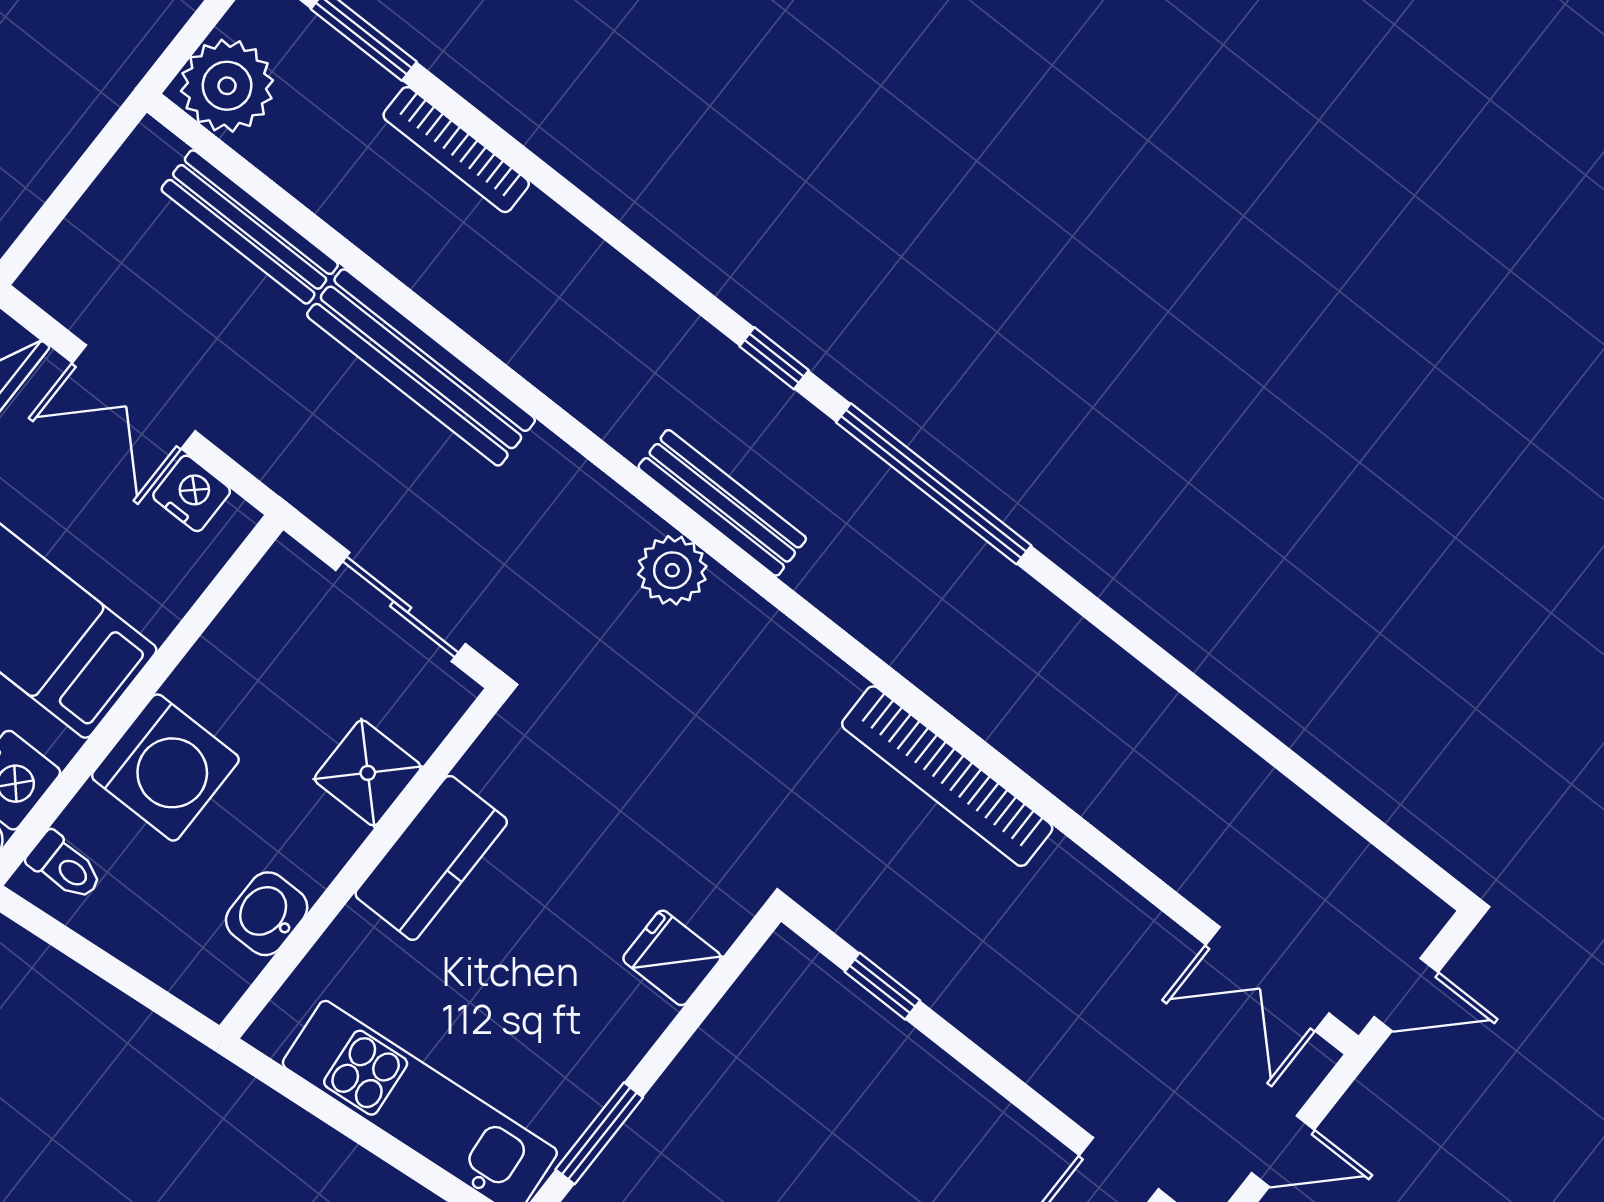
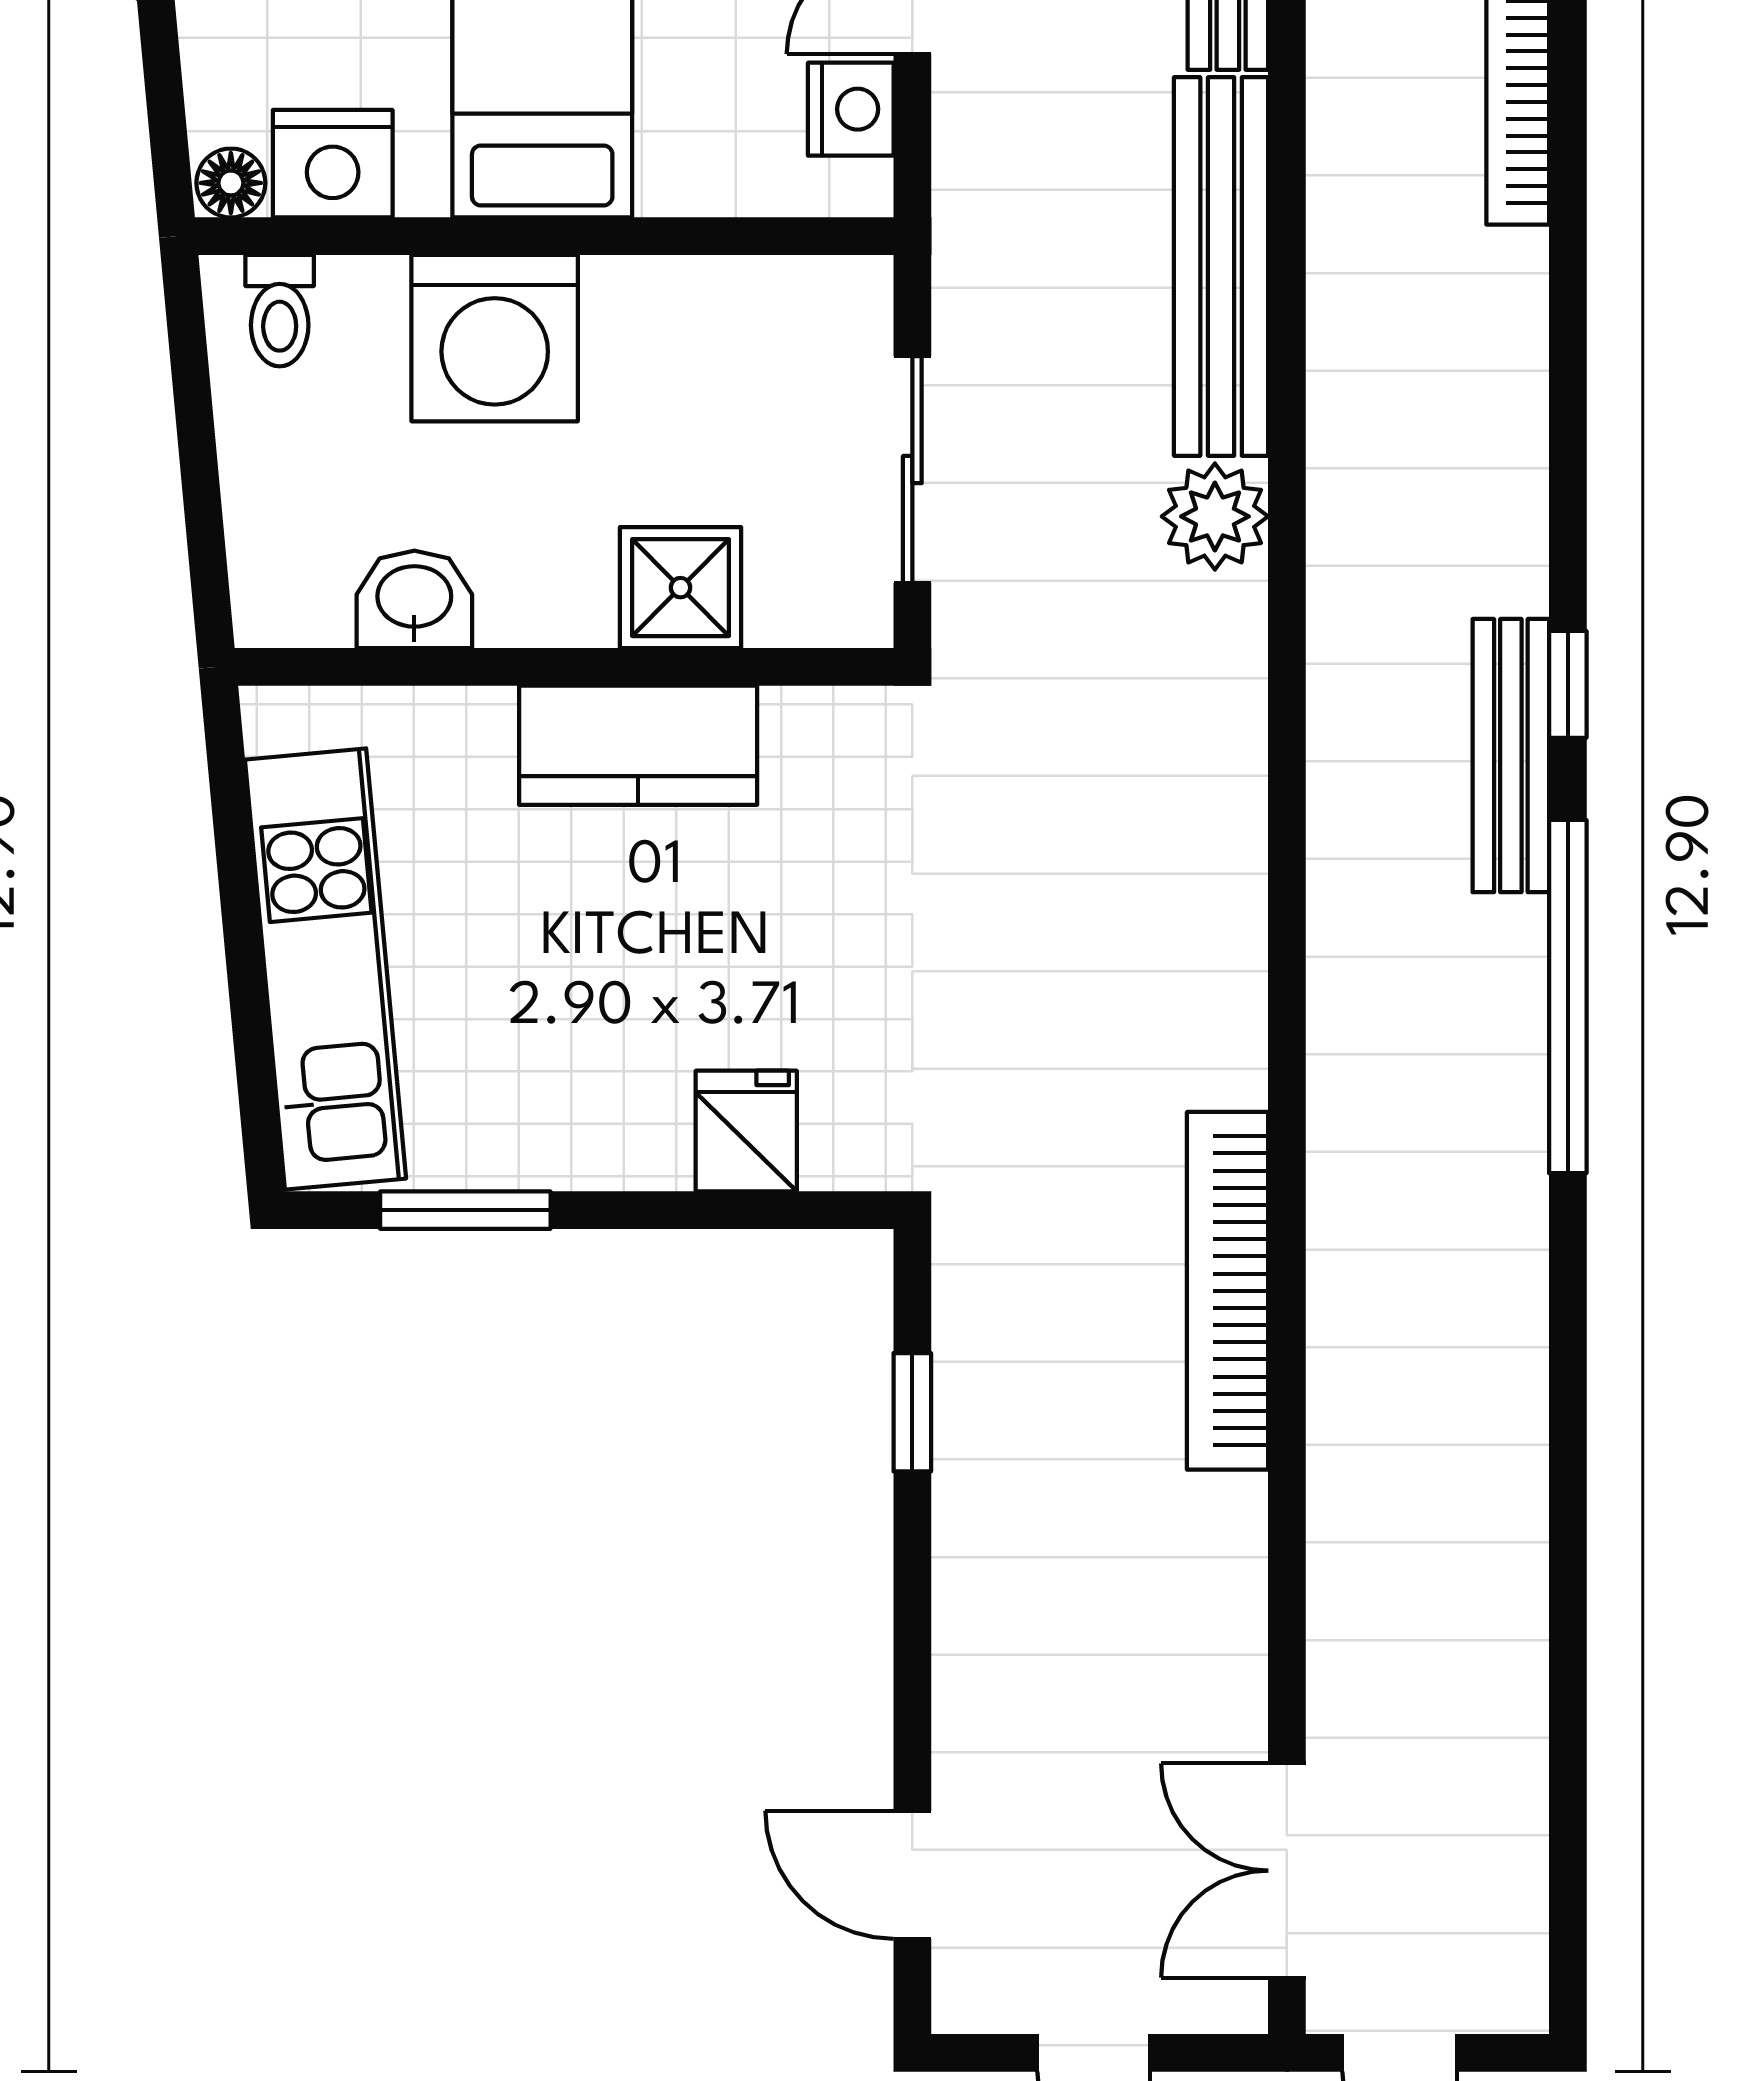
bench: (722, 503) -> (1511, 756), moved
plant: (672, 570) -> (1215, 516), moved

